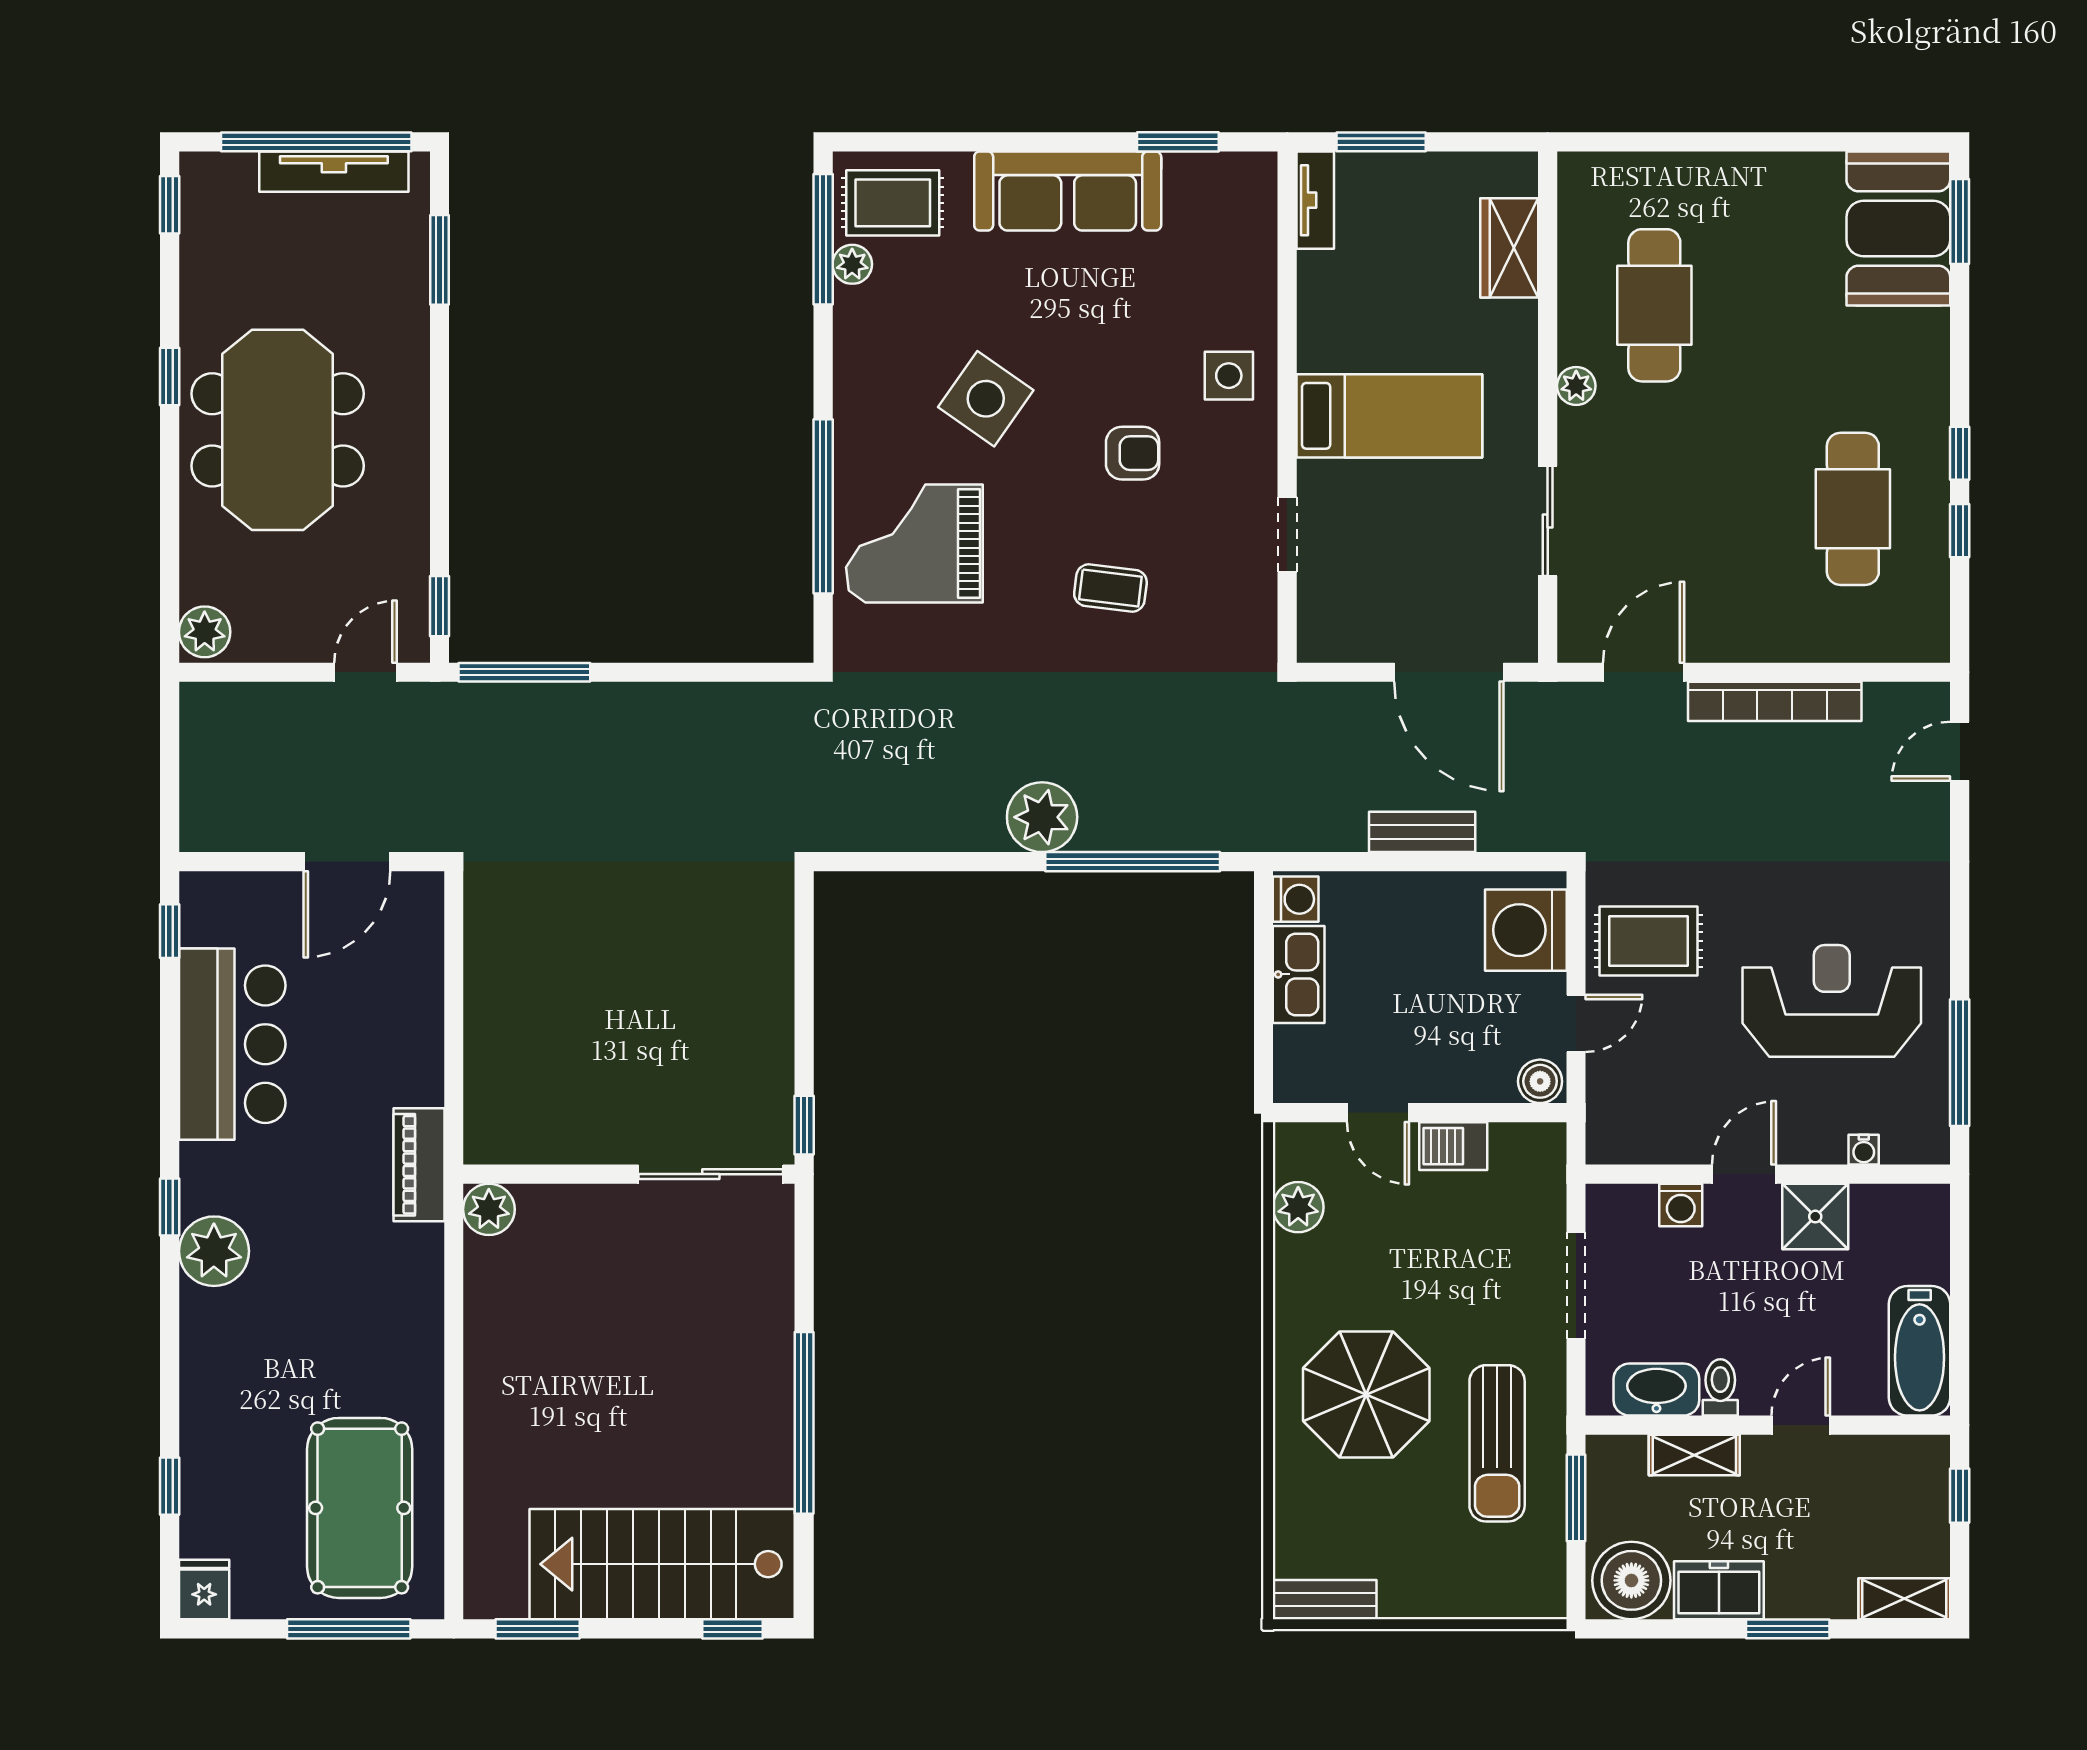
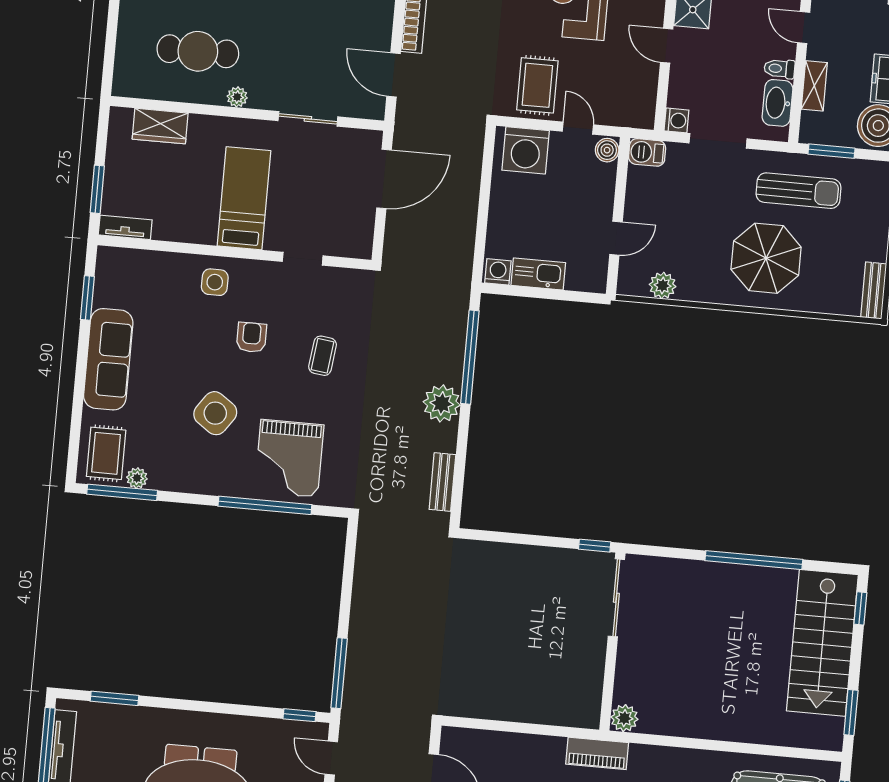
bench: (1422, 832) -> (442, 482), moved
barbecue: (1453, 1146) -> (647, 152), moved, turned 90
washing machine: (1681, 1205) -> (676, 120), moved

